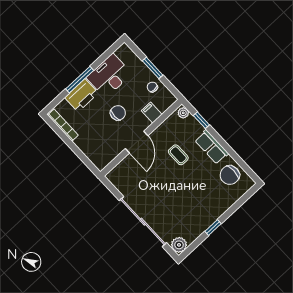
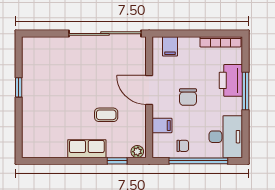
window: (153, 68) -> (198, 161), width x2.11
desk: (109, 76) -> (226, 137), moved
filing cabinet: (96, 155) -> (170, 46), added
chair: (230, 175) -> (49, 142), removed
sliding door: (143, 222) -> (105, 34), moved
plant: (179, 245) -> (31, 46), removed

